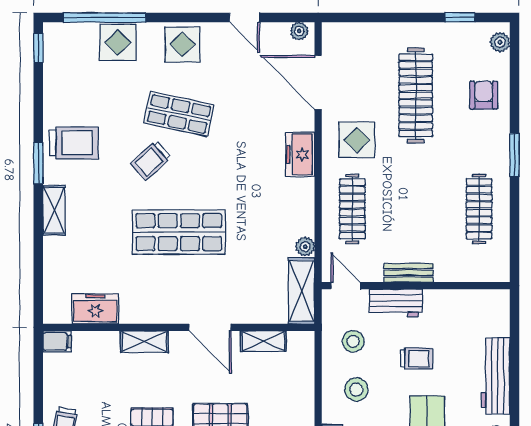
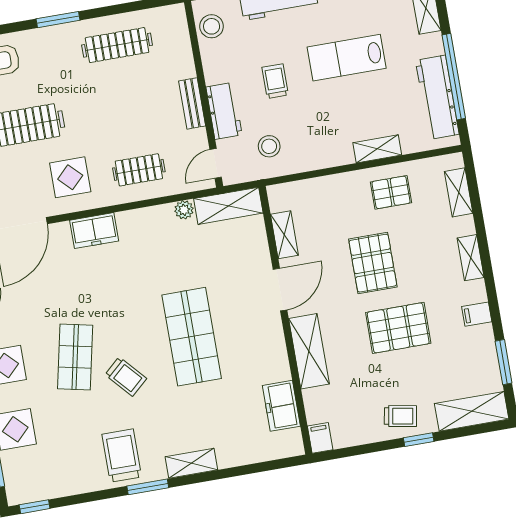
clothes rail: (352, 209) -> (139, 170), width x0.73
shelving: (144, 342) -> (309, 351), width x1.50, depth x1.33
stool: (356, 389) -> (212, 26), moved

